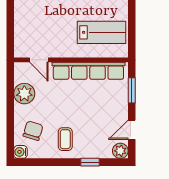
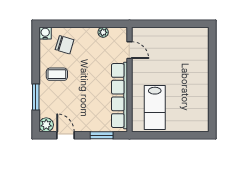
door: (39, 60) -> (129, 50), swing flipped
plant: (24, 94) -> (103, 32), width x0.53, depth x0.53
window: (90, 162) -> (36, 97), width x1.50

